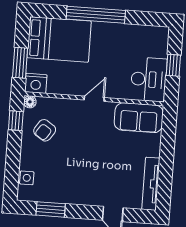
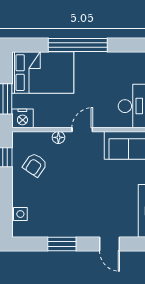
floor lamp: (30, 102) -> (58, 137), moved
window: (51, 209) -> (62, 244), moved

